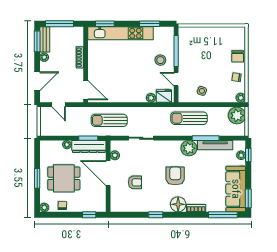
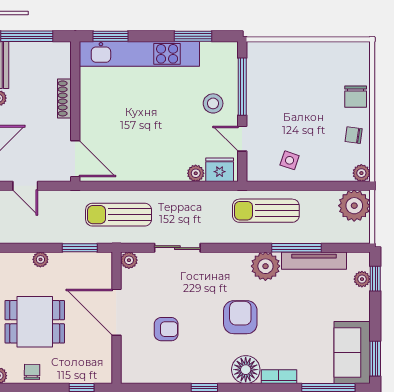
dresser: (89, 147) -> (81, 263), removed
plant: (115, 155) -> (129, 260), moved
sofa: (236, 189) -> (352, 353), width x0.73

